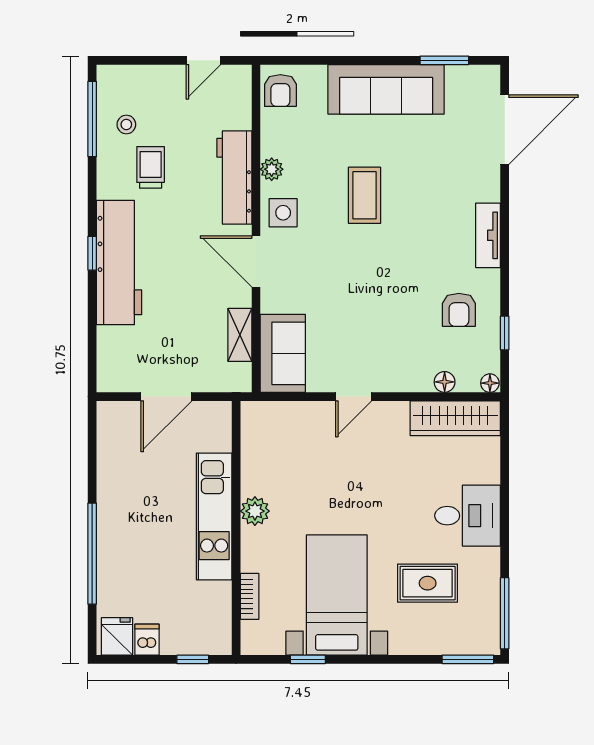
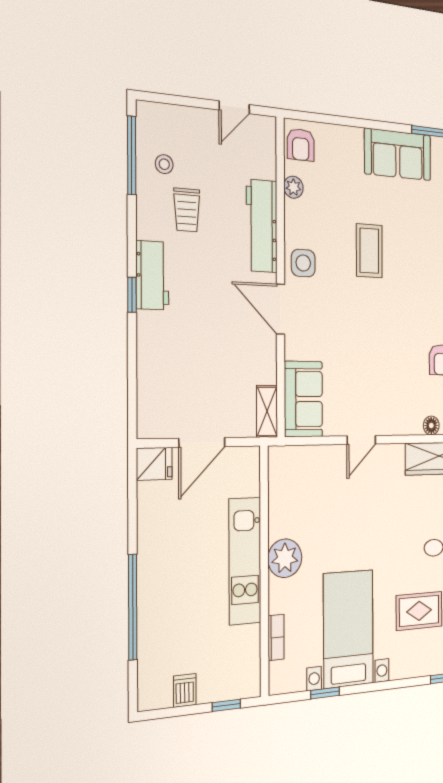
sofa: (386, 89) -> (398, 154), width x0.73
trolley: (151, 167) -> (187, 210), turned 180
plant: (272, 169) -> (293, 187), moved
workbench: (119, 263) -> (152, 275), width x0.53, depth x0.76
shelving: (240, 335) -> (267, 411), moved
plant: (255, 511) -> (285, 558), width x1.36, depth x1.36
fridge: (117, 636) -> (154, 464), moved, turned 90

